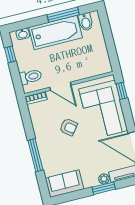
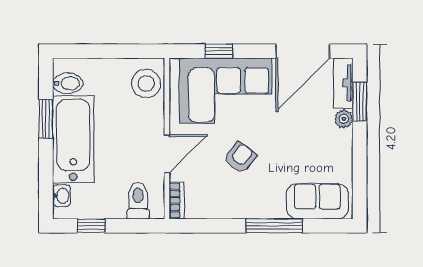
window: (63, 15) -> (46, 119), width x0.69
stool: (96, 65) -> (146, 84), added
window: (122, 91) -> (219, 51), moved
sofa: (64, 184) -> (317, 201), moved, turned 90
window: (104, 188) -> (360, 102), moved

